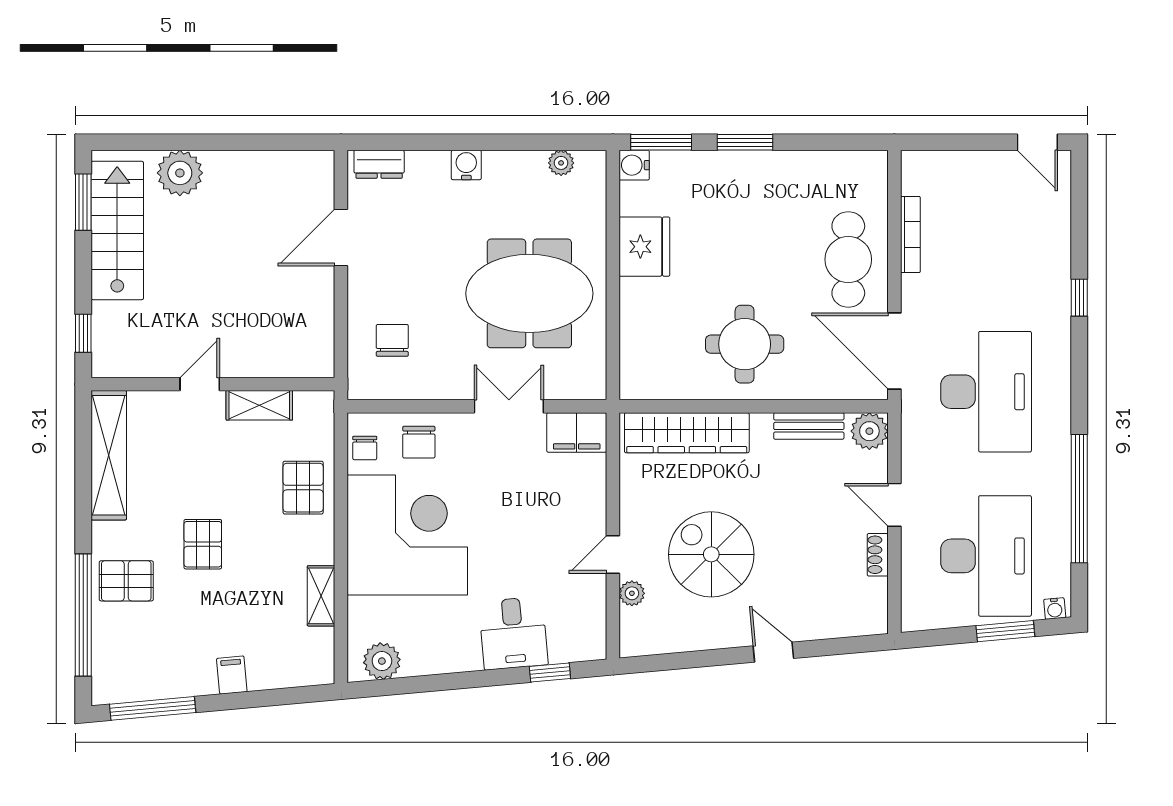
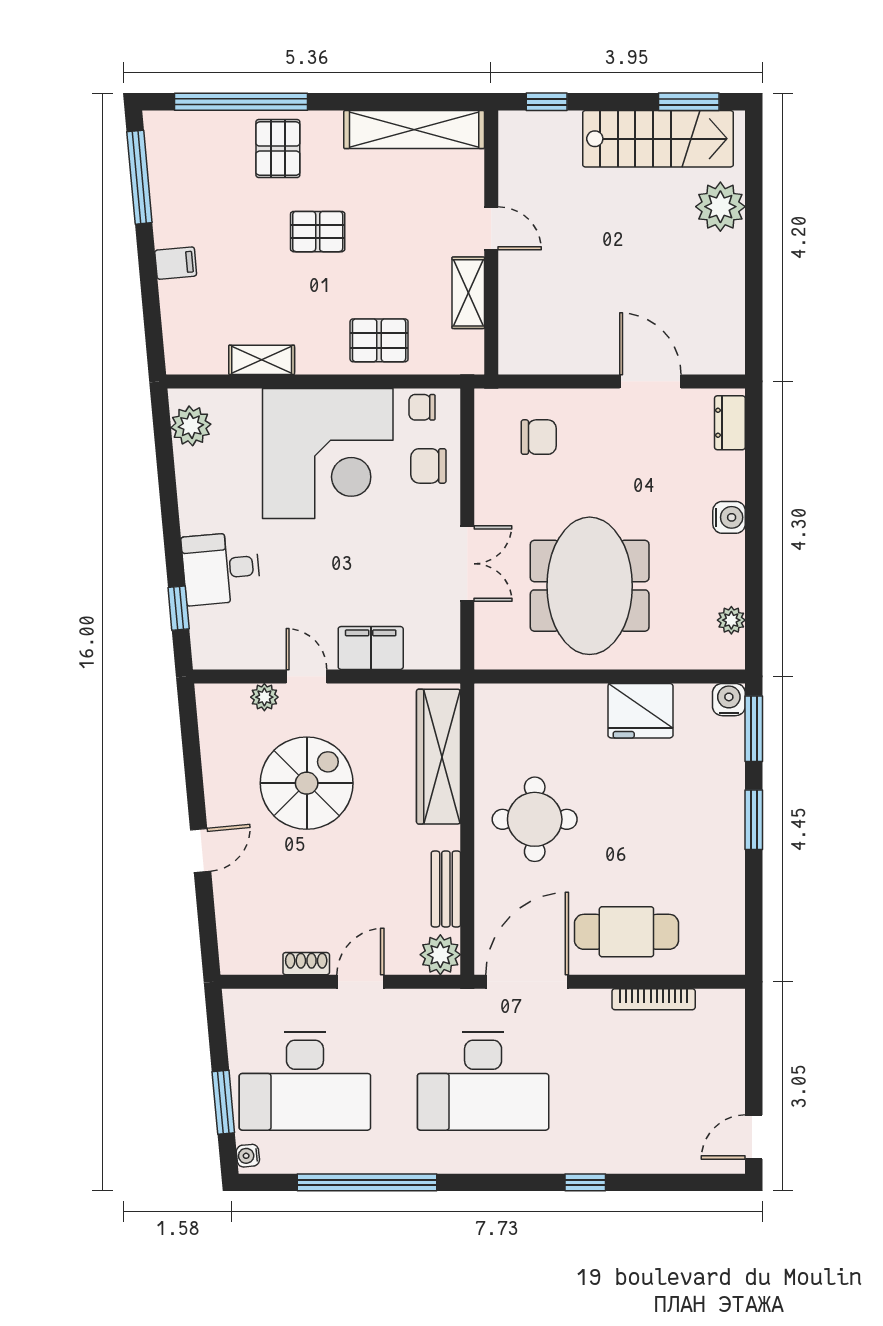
filing cabinet: (577, 432) -> (371, 648), moved, turned 90

